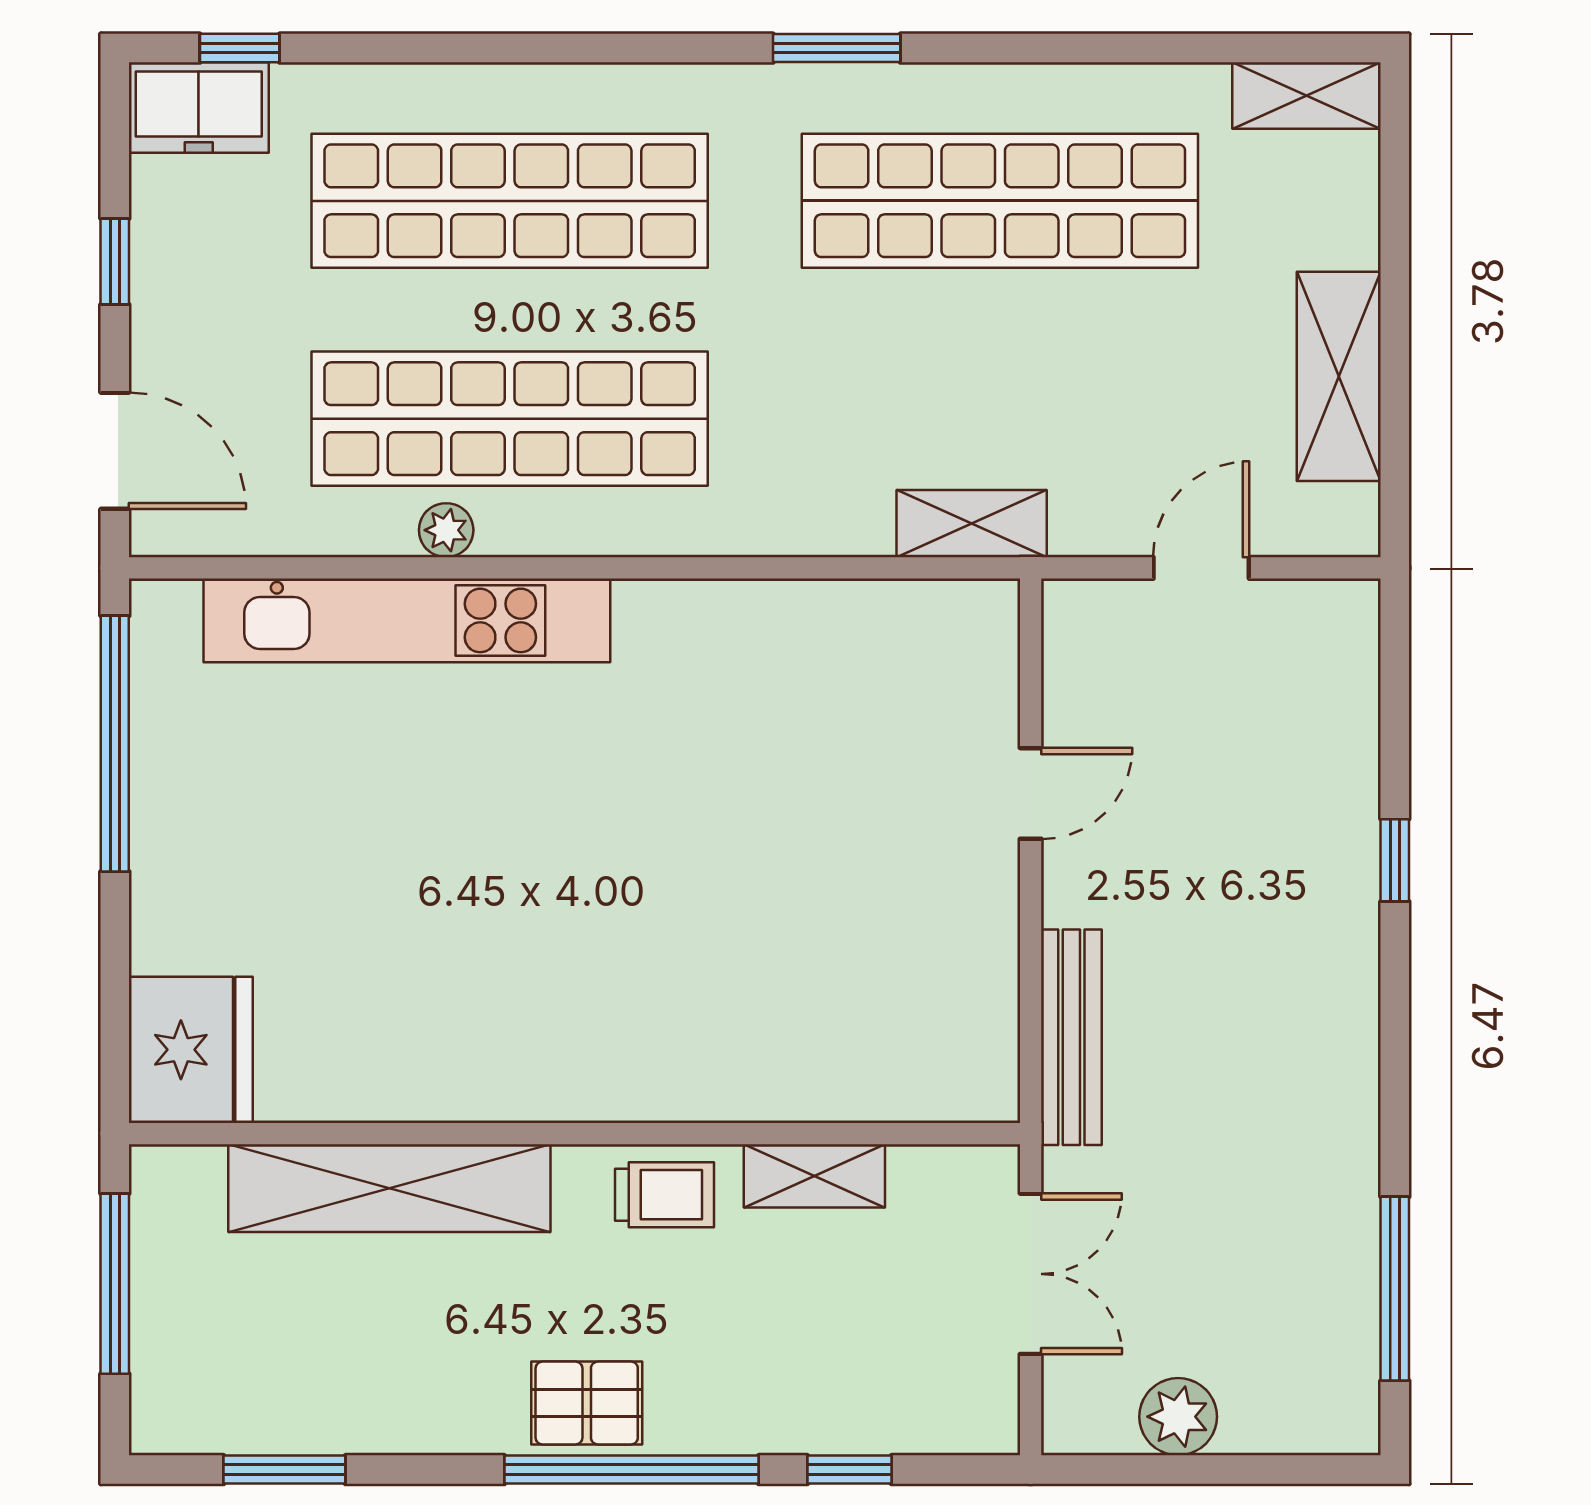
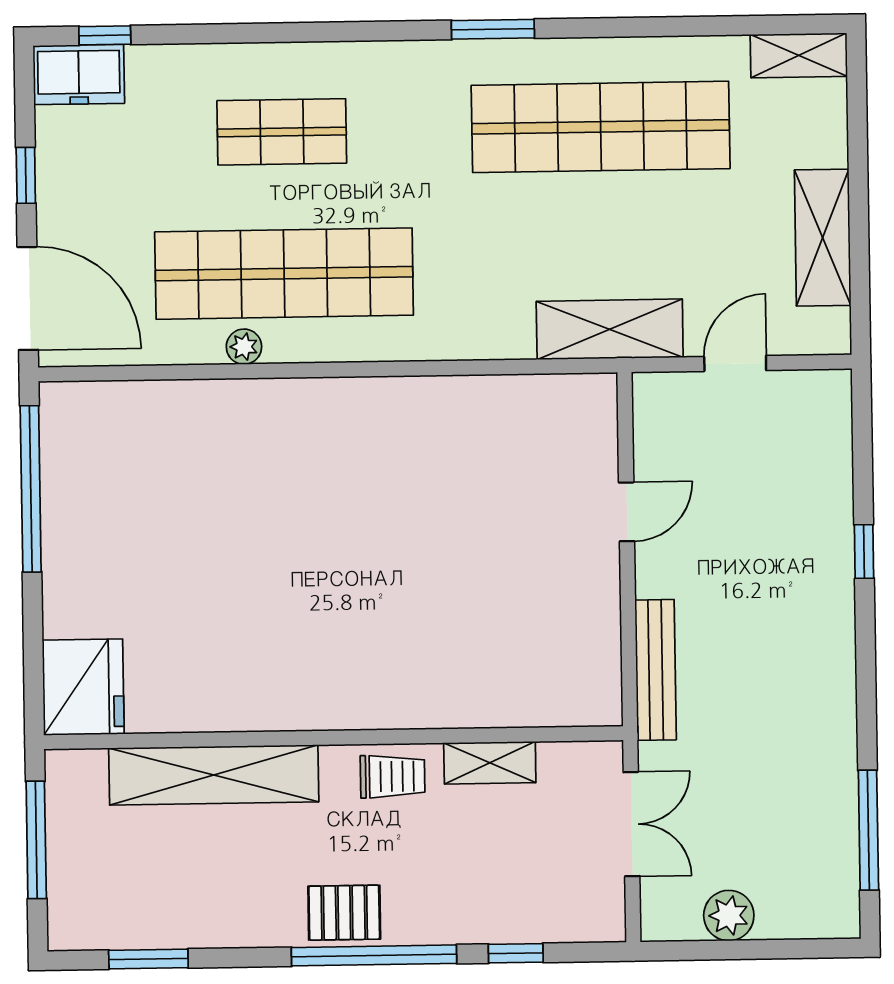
shop shelf: (510, 201) -> (282, 132), width x0.50, depth x0.74
door: (115, 451) -> (28, 298), width x1.36
shelving: (972, 524) -> (610, 329), width x1.50, depth x1.33
kitchen unit: (407, 620) -> (219, 406), removed

